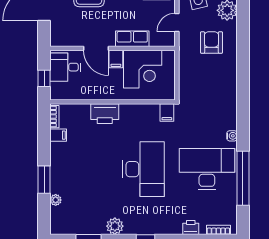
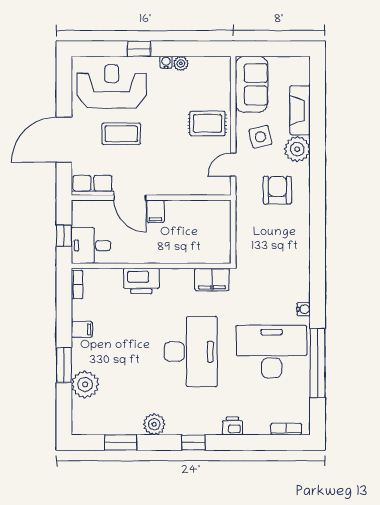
row of seats: (132, 39) -> (92, 185), moved
desk: (65, 67) -> (91, 246), moved
corner desk: (143, 69) -> (190, 224), removed
filing cabinet: (167, 113) -> (212, 279), width x2.00
filing cabinet: (58, 135) -> (82, 329), moved
plant: (56, 200) -> (85, 384), width x1.88, depth x1.88
printer: (191, 227) -> (233, 426), moved

